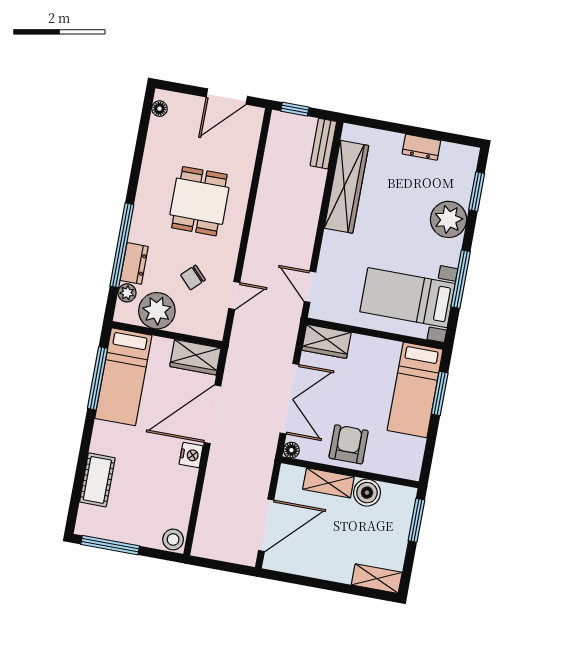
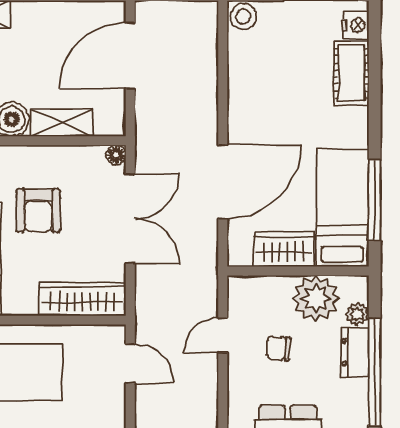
chair: (193, 277) -> (278, 348), turned -132
wardrobe: (326, 341) -> (82, 299), width x1.50
wardrobe: (195, 357) -> (284, 249), moved
double door: (289, 399) -> (130, 219), swing flipped
armchair: (349, 444) -> (38, 211), moved
nightstand: (191, 455) -> (356, 25), moved, turned 180

